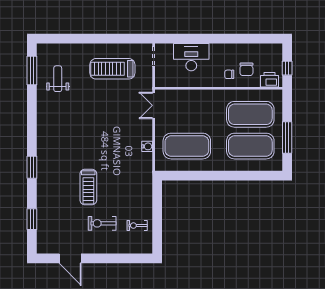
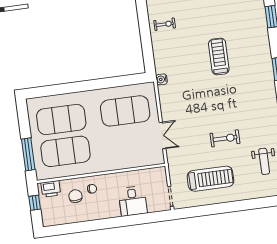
desk: (191, 57) -> (133, 201), width x0.73
double door: (154, 105) -> (162, 136), moved
window: (287, 138) -> (28, 154), moved
water cooler: (147, 146) -> (162, 79), moved
exercise bike: (102, 223) -> (225, 138), moved

